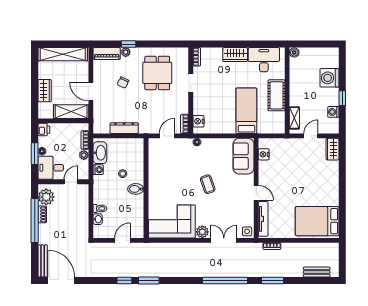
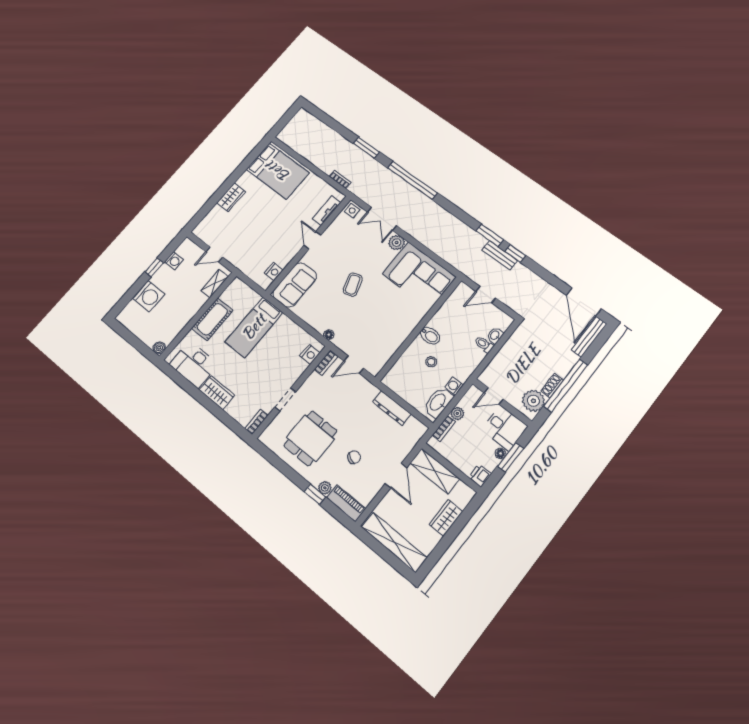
wardrobe: (332, 149) -> (231, 197), moved
tv unit: (263, 219) -> (327, 211), width x0.71
bench: (317, 272) -> (500, 255), moved

